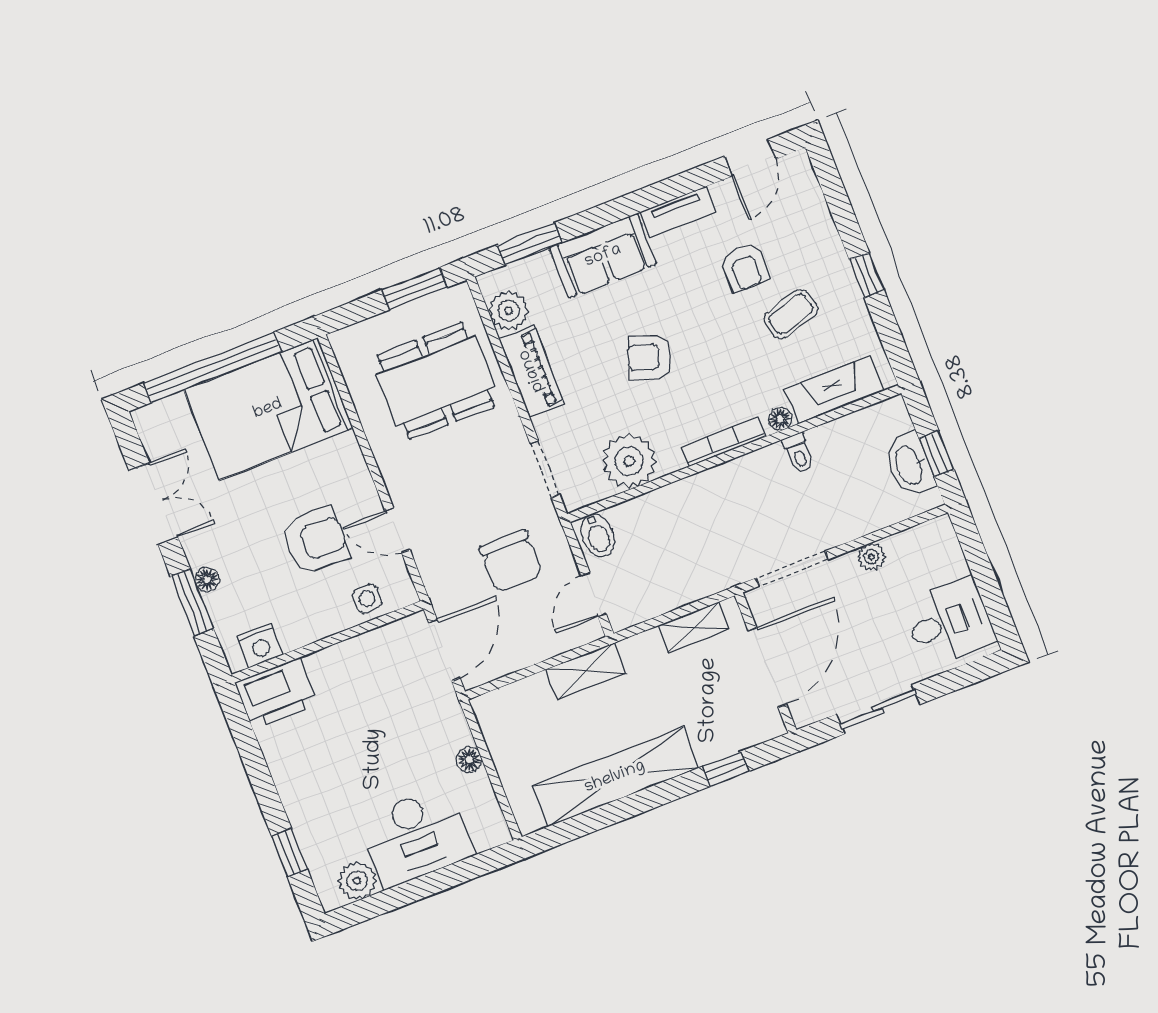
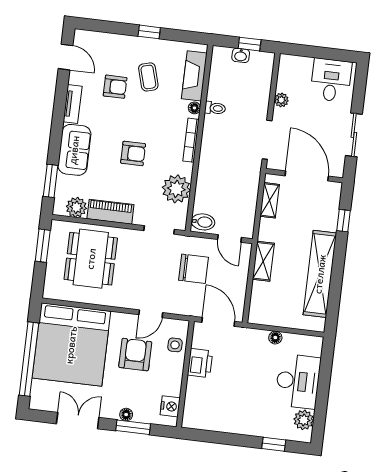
armchair: (649, 357) -> (133, 153), turned -109
bed: (268, 409) -> (71, 345), width x1.36
washbasin: (909, 465) -> (241, 55), width x0.52, depth x0.69
printer: (276, 693) -> (200, 363), moved, width x0.73, depth x0.84

